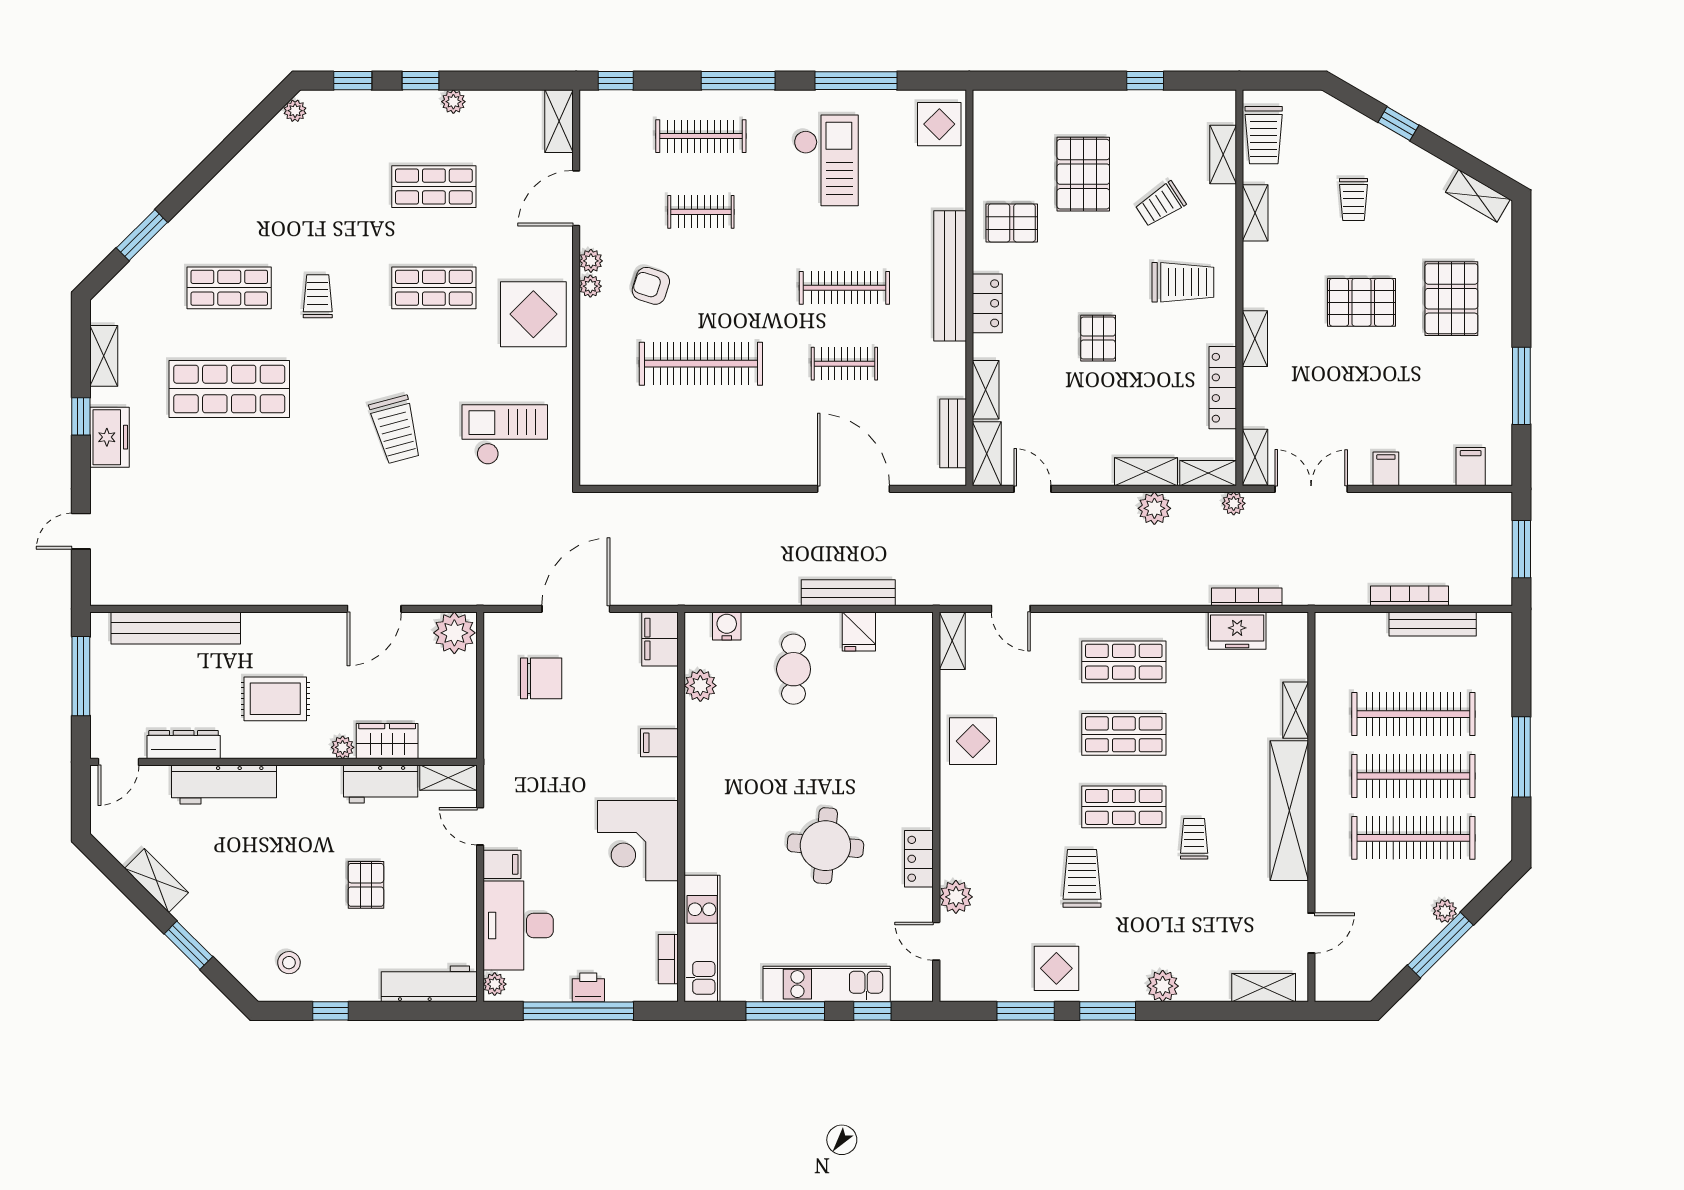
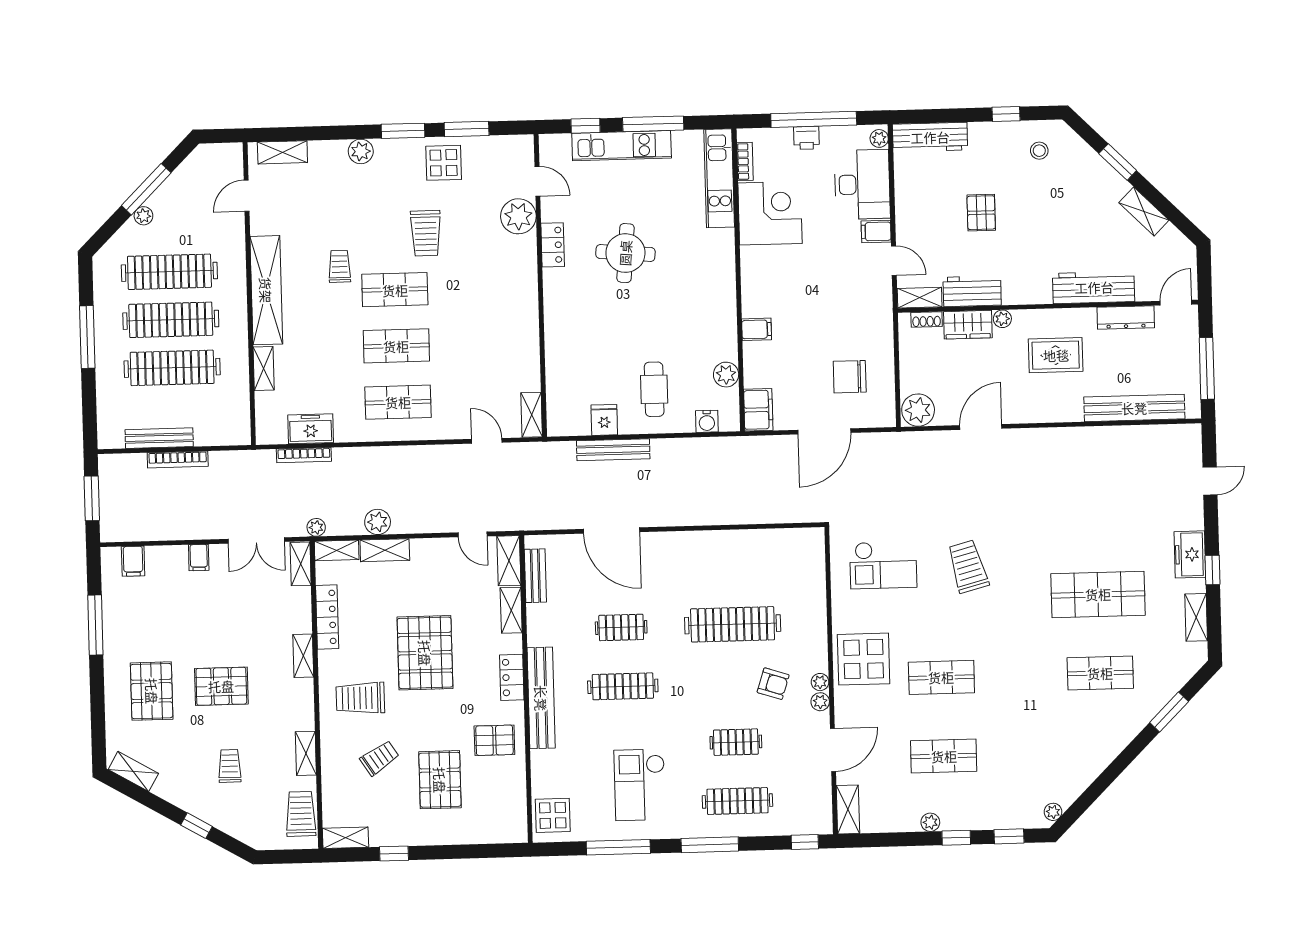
shelving: (1223, 155) -> (346, 838), moved, turned 90
trolley: (318, 296) -> (1031, 668), removed
pallet: (1098, 338) -> (425, 653), width x2.05, depth x2.00
display table: (973, 741) -> (513, 337), removed
shoe rack: (440, 749) -> (927, 319), added
trolley: (1194, 839) -> (340, 266), turned 180
corner desk: (638, 841) -> (770, 213), moved
plant: (956, 897) -> (518, 216), width x1.36, depth x1.36

